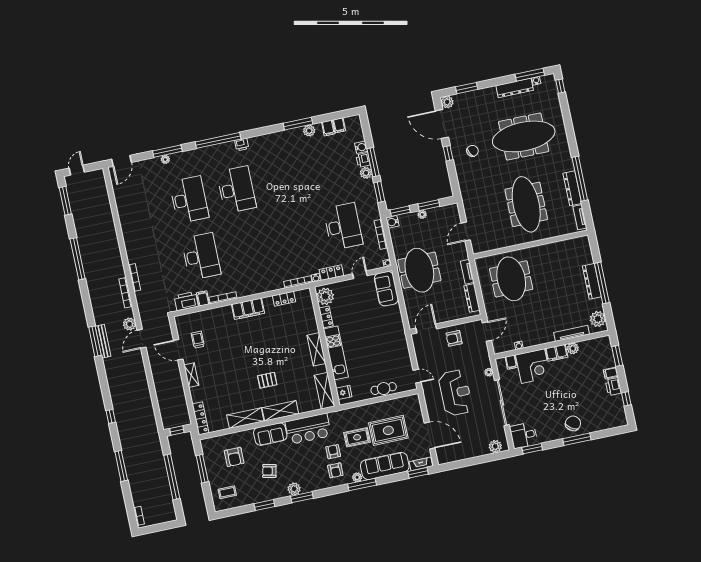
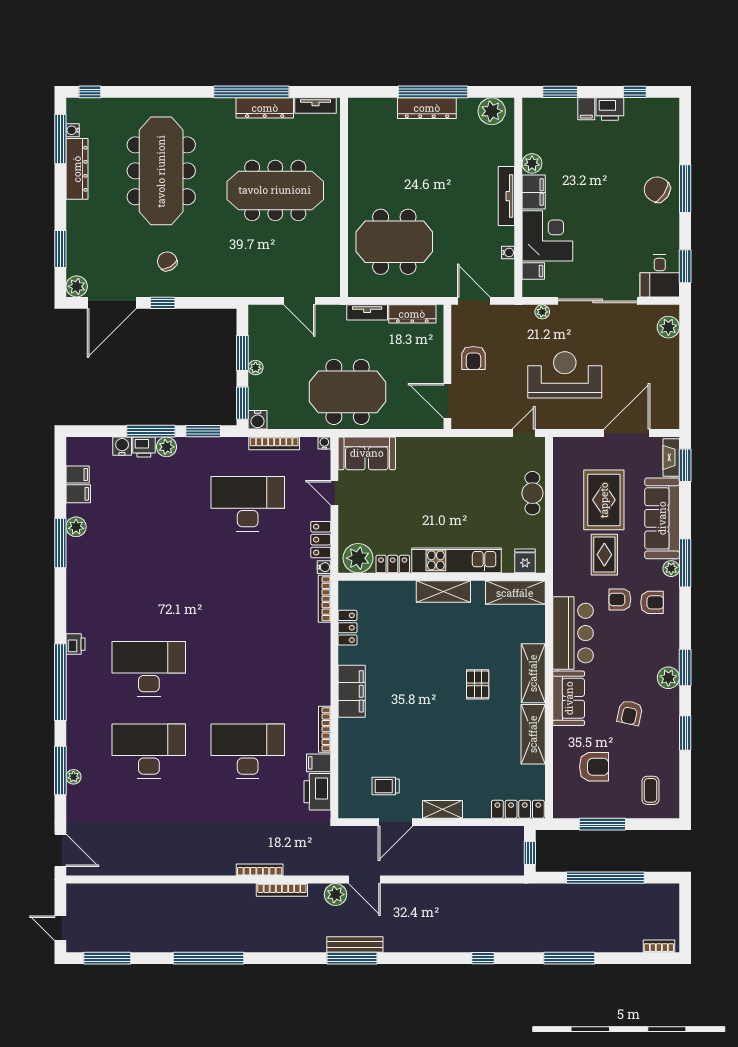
tv unit: (572, 333) -> (506, 196), moved

